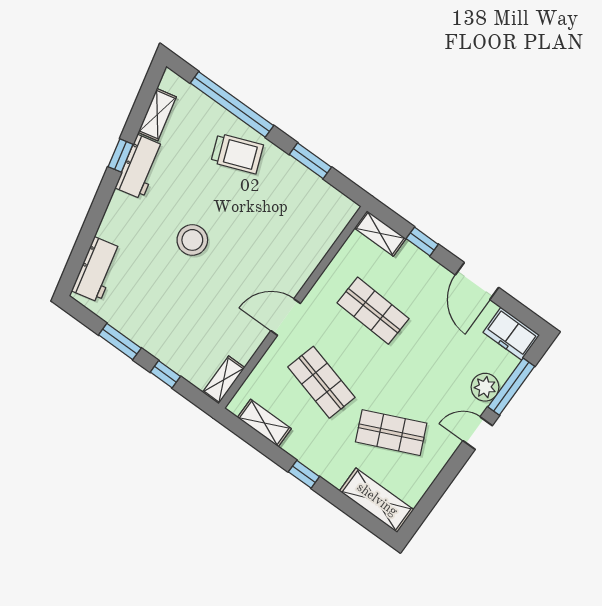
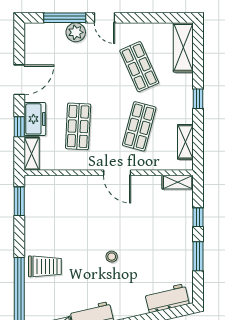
trolley: (237, 154) -> (45, 266), turned 111
window: (310, 161) -> (19, 201), moved
stool: (192, 240) -> (112, 257), width x0.53, depth x0.53
freezer: (511, 334) -> (35, 119), moved

